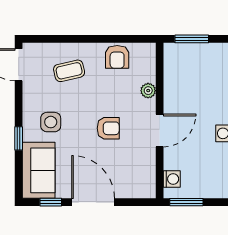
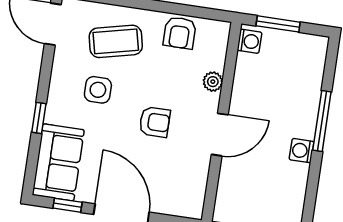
coffee table: (69, 71) -> (116, 41), width x1.36, depth x1.30
side table: (51, 122) -> (98, 90), moved
washing machine: (172, 179) -> (250, 41), moved

